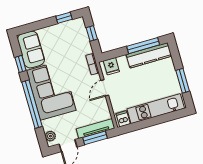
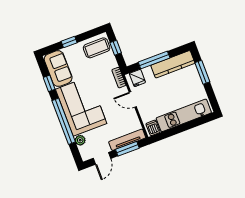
window: (64, 18) -> (69, 42), moved
coffee table: (72, 32) -> (97, 48), added
window: (143, 46) -> (154, 60), moved
window: (183, 81) -> (202, 72), moved
door: (105, 88) -> (133, 100), hinge flipped
plant: (50, 136) -> (80, 140), moved

